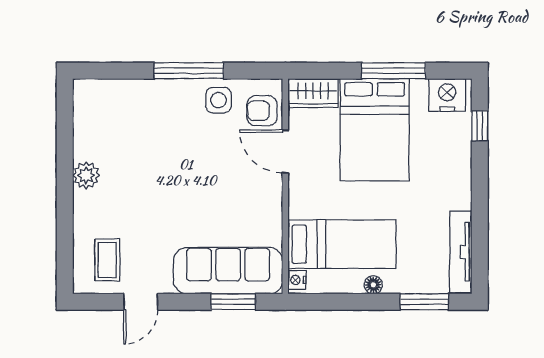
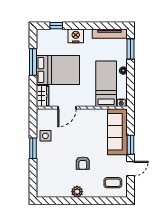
window: (189, 71) -> (33, 148), width x0.69
nightstand: (447, 95) -> (76, 36), moved, turned 90
armchair: (262, 111) -> (83, 163), moved
door: (141, 302) -> (130, 169), hinge flipped
window: (233, 302) -> (130, 145), moved

